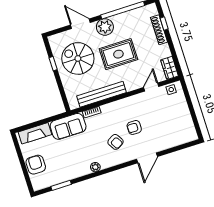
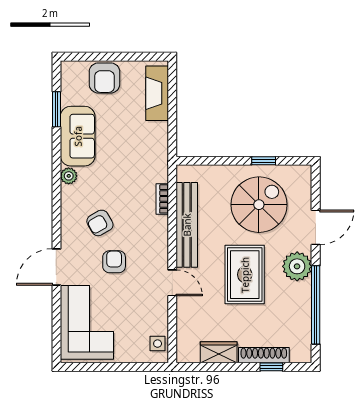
wardrobe: (170, 68) -> (219, 352), moved
door: (151, 87) -> (172, 283), moved
sofa: (68, 126) -> (78, 136), moved, turned 180
corner sofa: (172, 132) -> (87, 322), added
door: (147, 158) -> (56, 267), hinge flipped
armchair: (36, 165) -> (104, 78), turned 90

